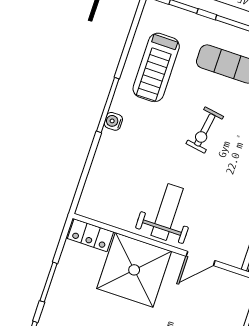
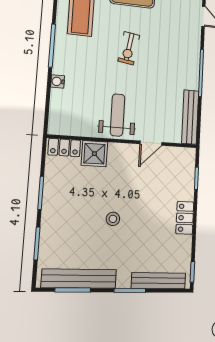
water cooler: (113, 121) -> (58, 81), moved
shower: (134, 270) -> (94, 154), width x0.54, depth x0.54

